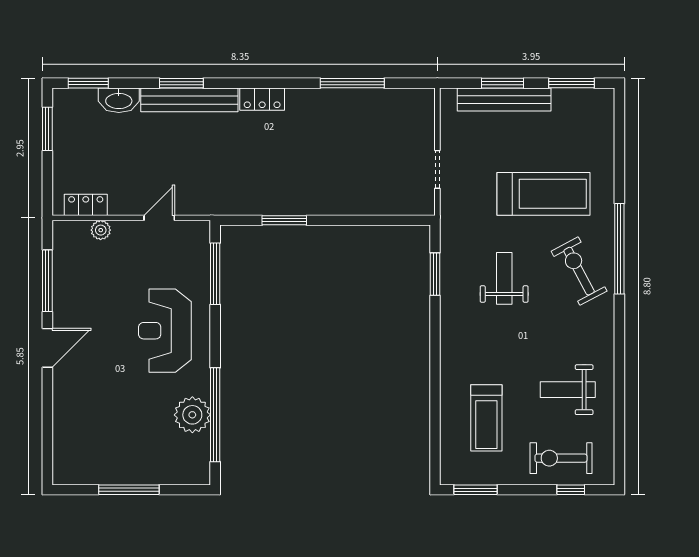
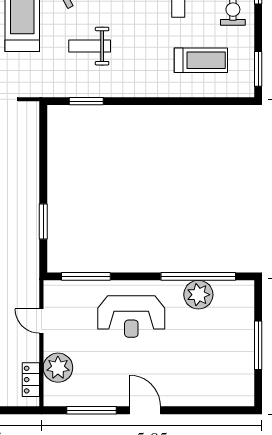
plant: (101, 230) -> (58, 368), width x1.87, depth x1.87

